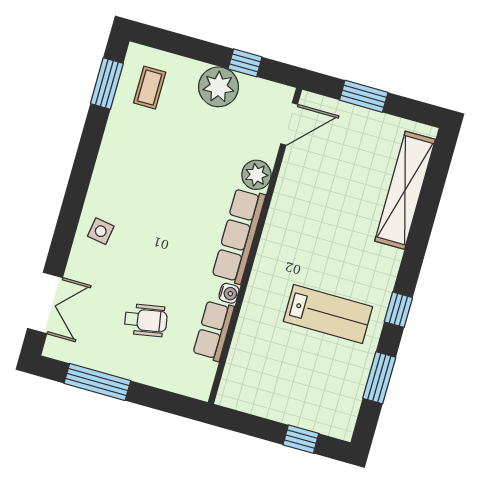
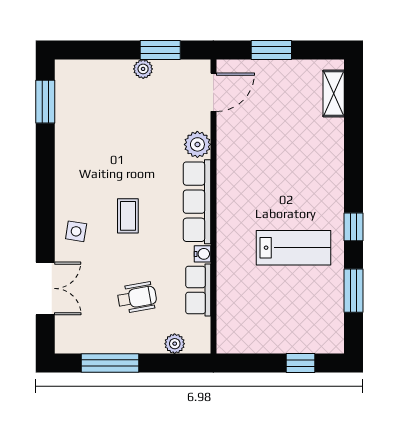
window: (245, 63) -> (160, 50), width x1.50
plant: (219, 87) -> (143, 69), width x0.53, depth x0.53
coffee table: (150, 88) -> (128, 216), moved
shelving: (405, 190) -> (334, 93), width x0.45, depth x0.75
double door: (45, 303) -> (45, 288), moved
plant: (172, 381) -> (175, 344), added

